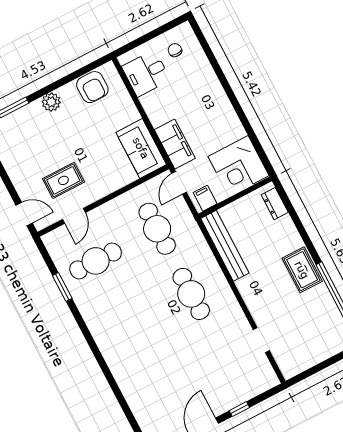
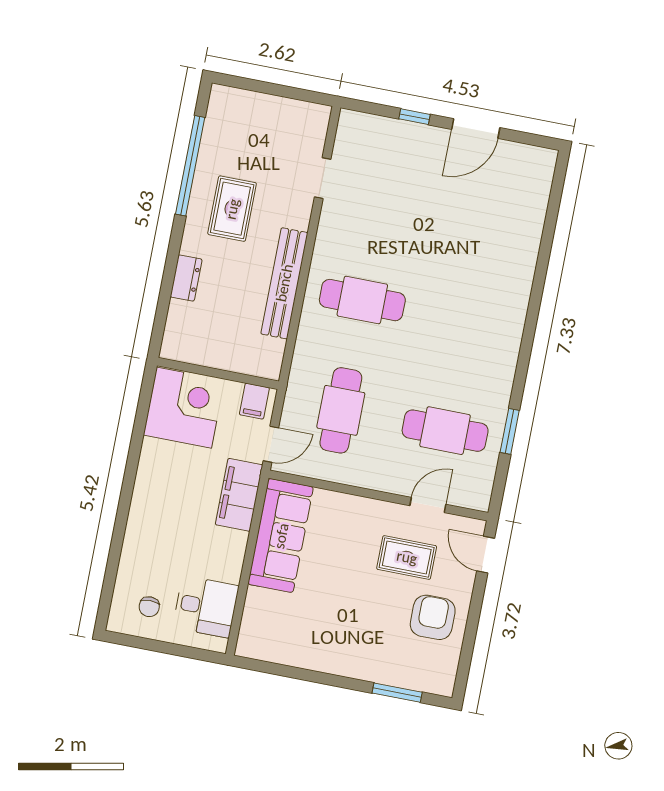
armchair: (92, 87) -> (433, 617), moved
plant: (51, 102) -> (346, 663), removed
sofa: (141, 148) -> (281, 536), width x1.36
dresser: (275, 204) -> (186, 278), moved
bench: (225, 246) -> (284, 283), moved
rug: (302, 270) -> (232, 209), moved
cafe table: (191, 294) -> (362, 300), turned 90

